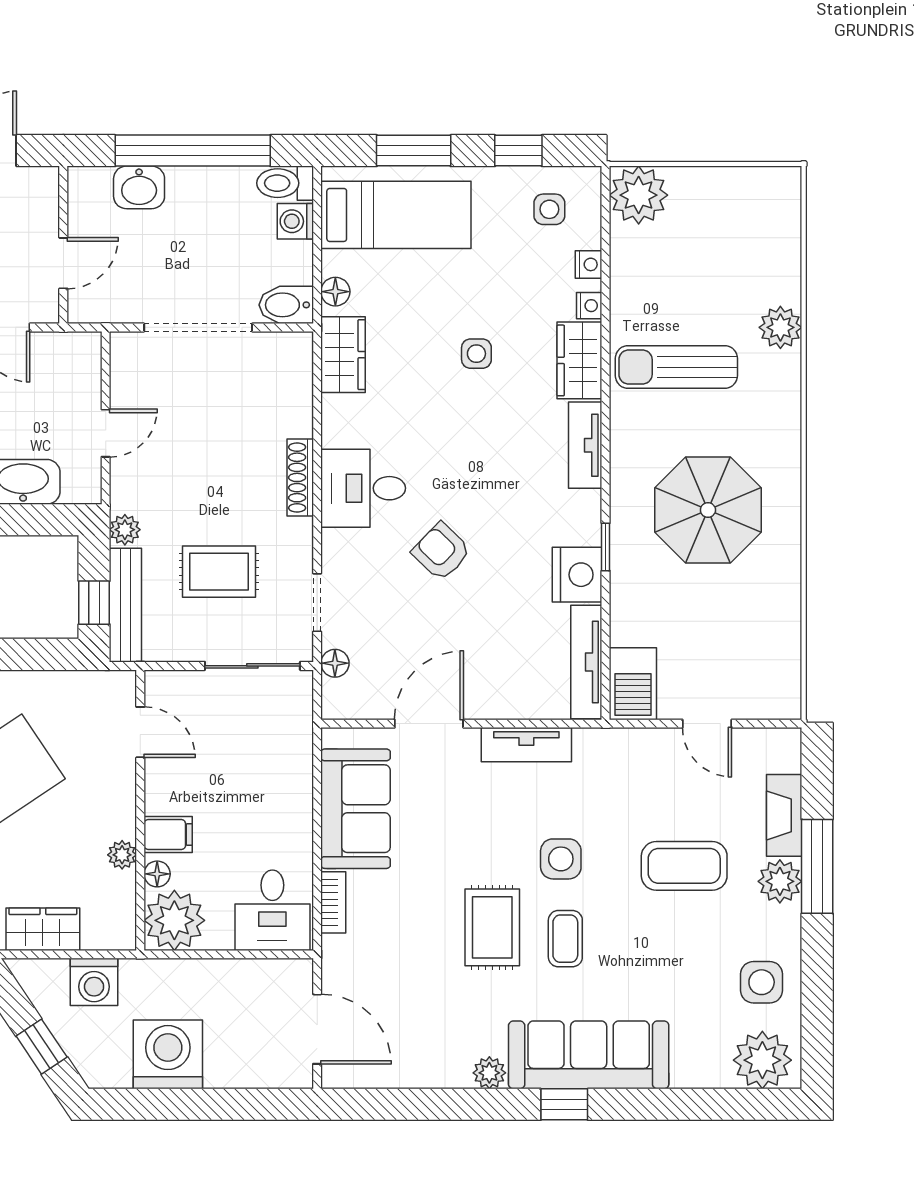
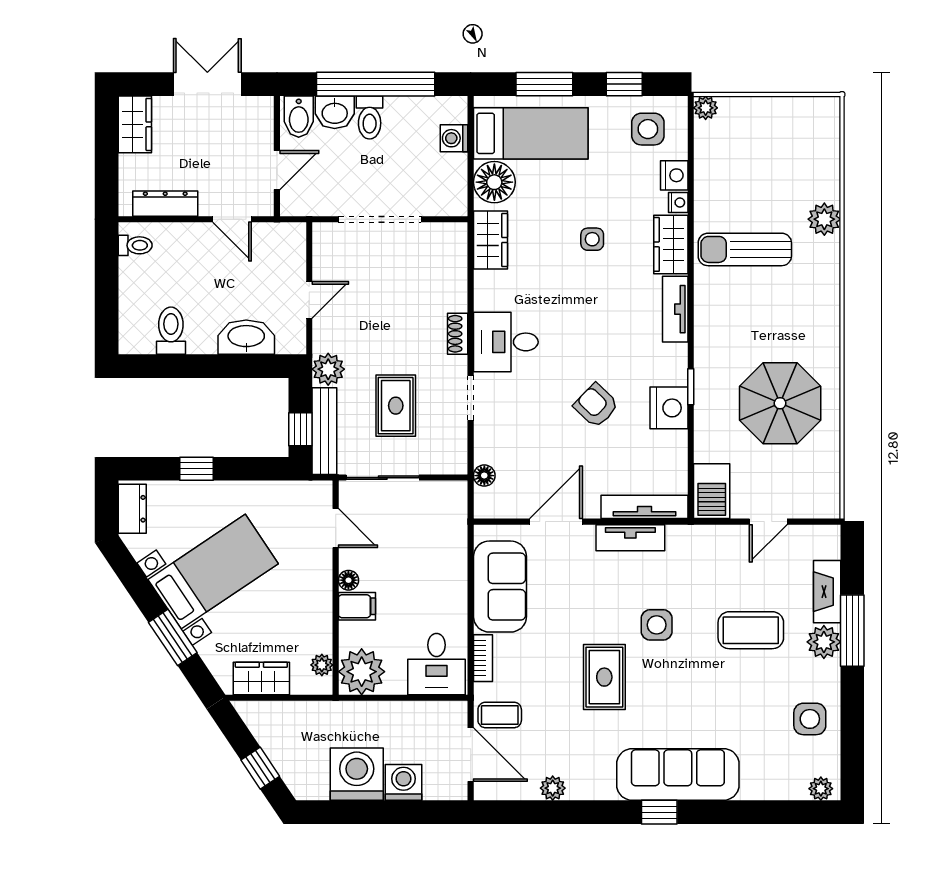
toilet: (285, 183) -> (370, 118), moved, turned -90
plant: (639, 195) -> (706, 108), width x0.53, depth x0.53
side table: (549, 209) -> (648, 129), width x1.37, depth x1.37
nightstand: (589, 264) -> (674, 175), width x1.39, depth x1.35
floor lamp: (335, 292) -> (494, 182), width x1.89, depth x1.89
bidet: (286, 305) -> (299, 117), moved, turned -90
shoe rack: (300, 477) -> (458, 334), width x0.70
parasol: (708, 510) -> (780, 403), moved
plant: (125, 530) -> (328, 369), width x1.38, depth x1.38
armchair: (441, 551) -> (596, 405), moved
rug: (219, 572) -> (396, 406), turned 90
doorway: (317, 603) -> (471, 398), moved
tv unit: (586, 662) -> (645, 507), moved, turned 90
sliding door: (252, 666) -> (383, 478), moved
door: (707, 724) -> (768, 522), hinge flipped
plant: (122, 855) -> (322, 665), moved
floor lamp: (157, 874) -> (348, 580), moved
coffee table: (565, 939) -> (500, 715), moved, turned 90
washing machine: (94, 982) -> (403, 782), moved, turned 180
plant: (762, 1060) -> (821, 789), width x0.53, depth x0.53
plant: (489, 1073) -> (553, 788), moved

